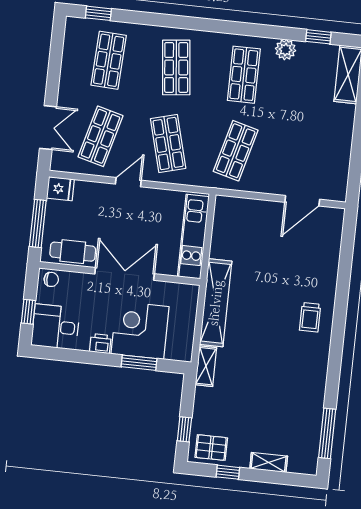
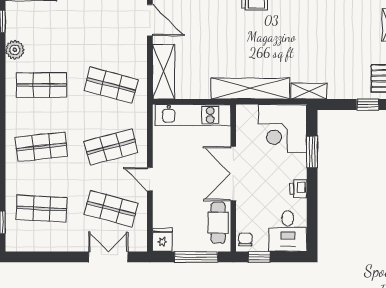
shelving: (244, 210) -> (164, 72), added
window: (28, 312) -> (259, 257), moved
corner desk: (140, 330) -> (283, 129), moved

